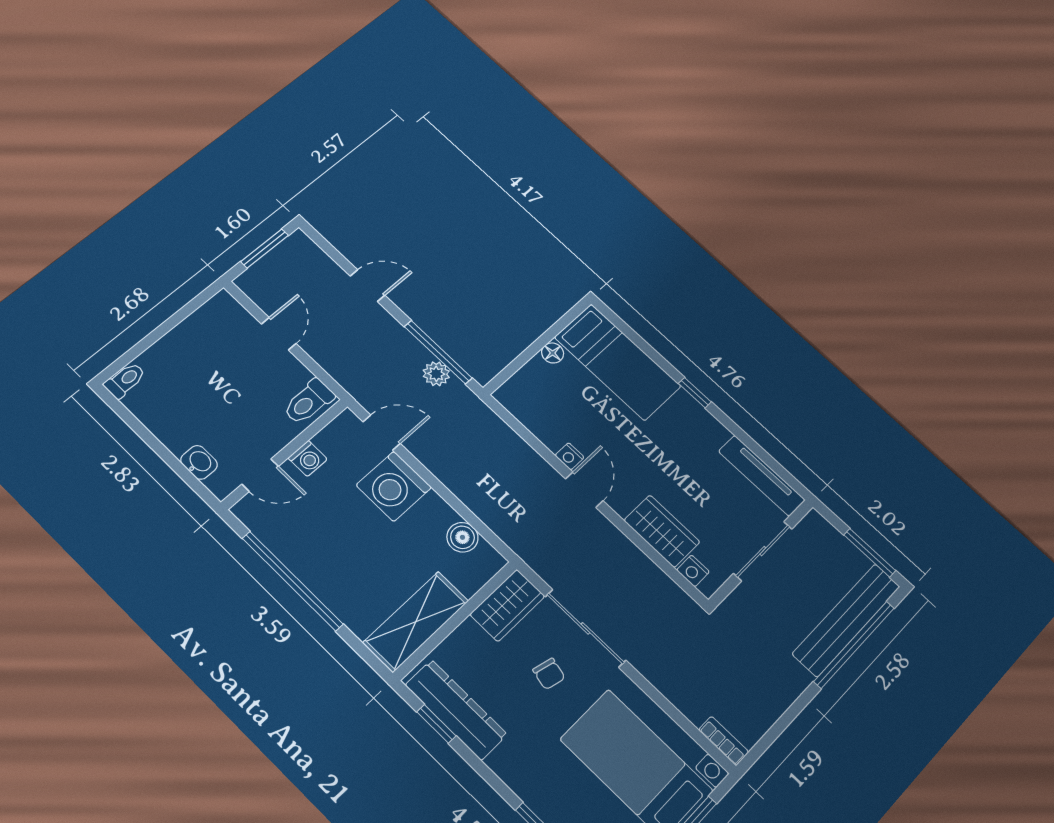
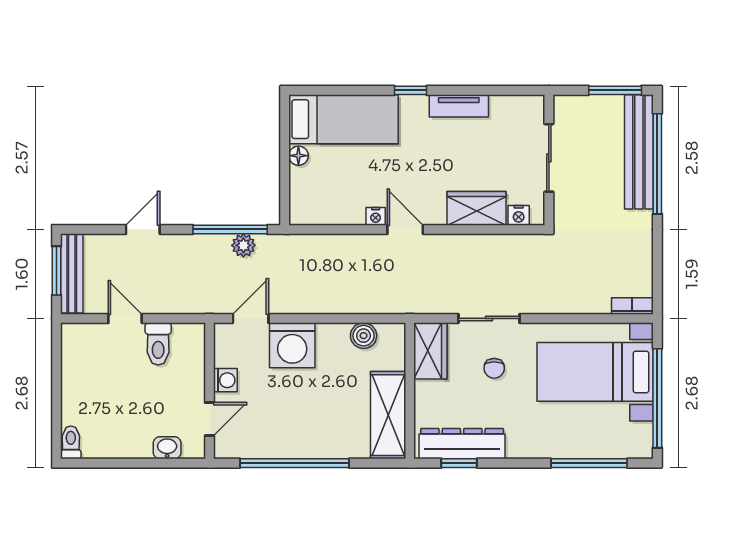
bench: (274, 262) -> (72, 273), added
toilet: (308, 402) -> (158, 344), moved
tv unit: (762, 476) -> (459, 106), moved, width x0.71
sliding door: (585, 628) -> (489, 318), width x0.73
chair: (549, 674) -> (494, 368), turned 76

